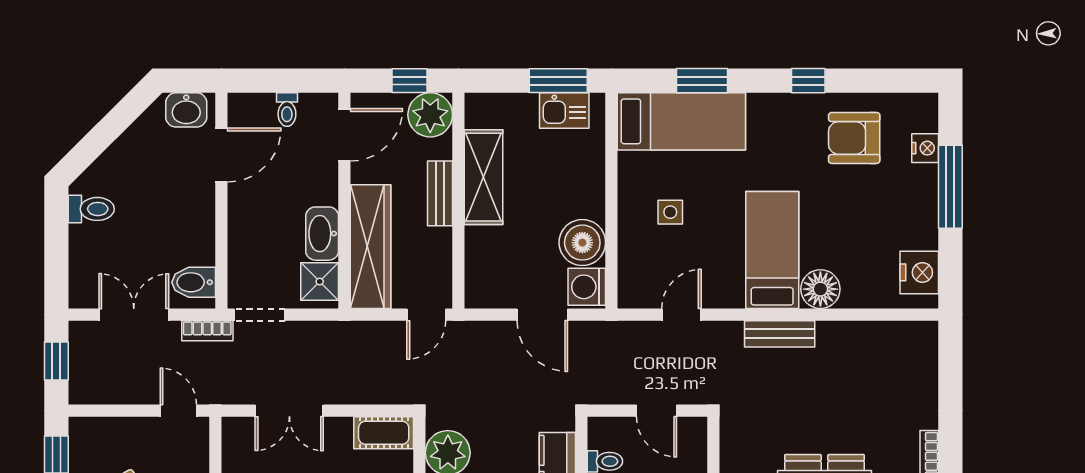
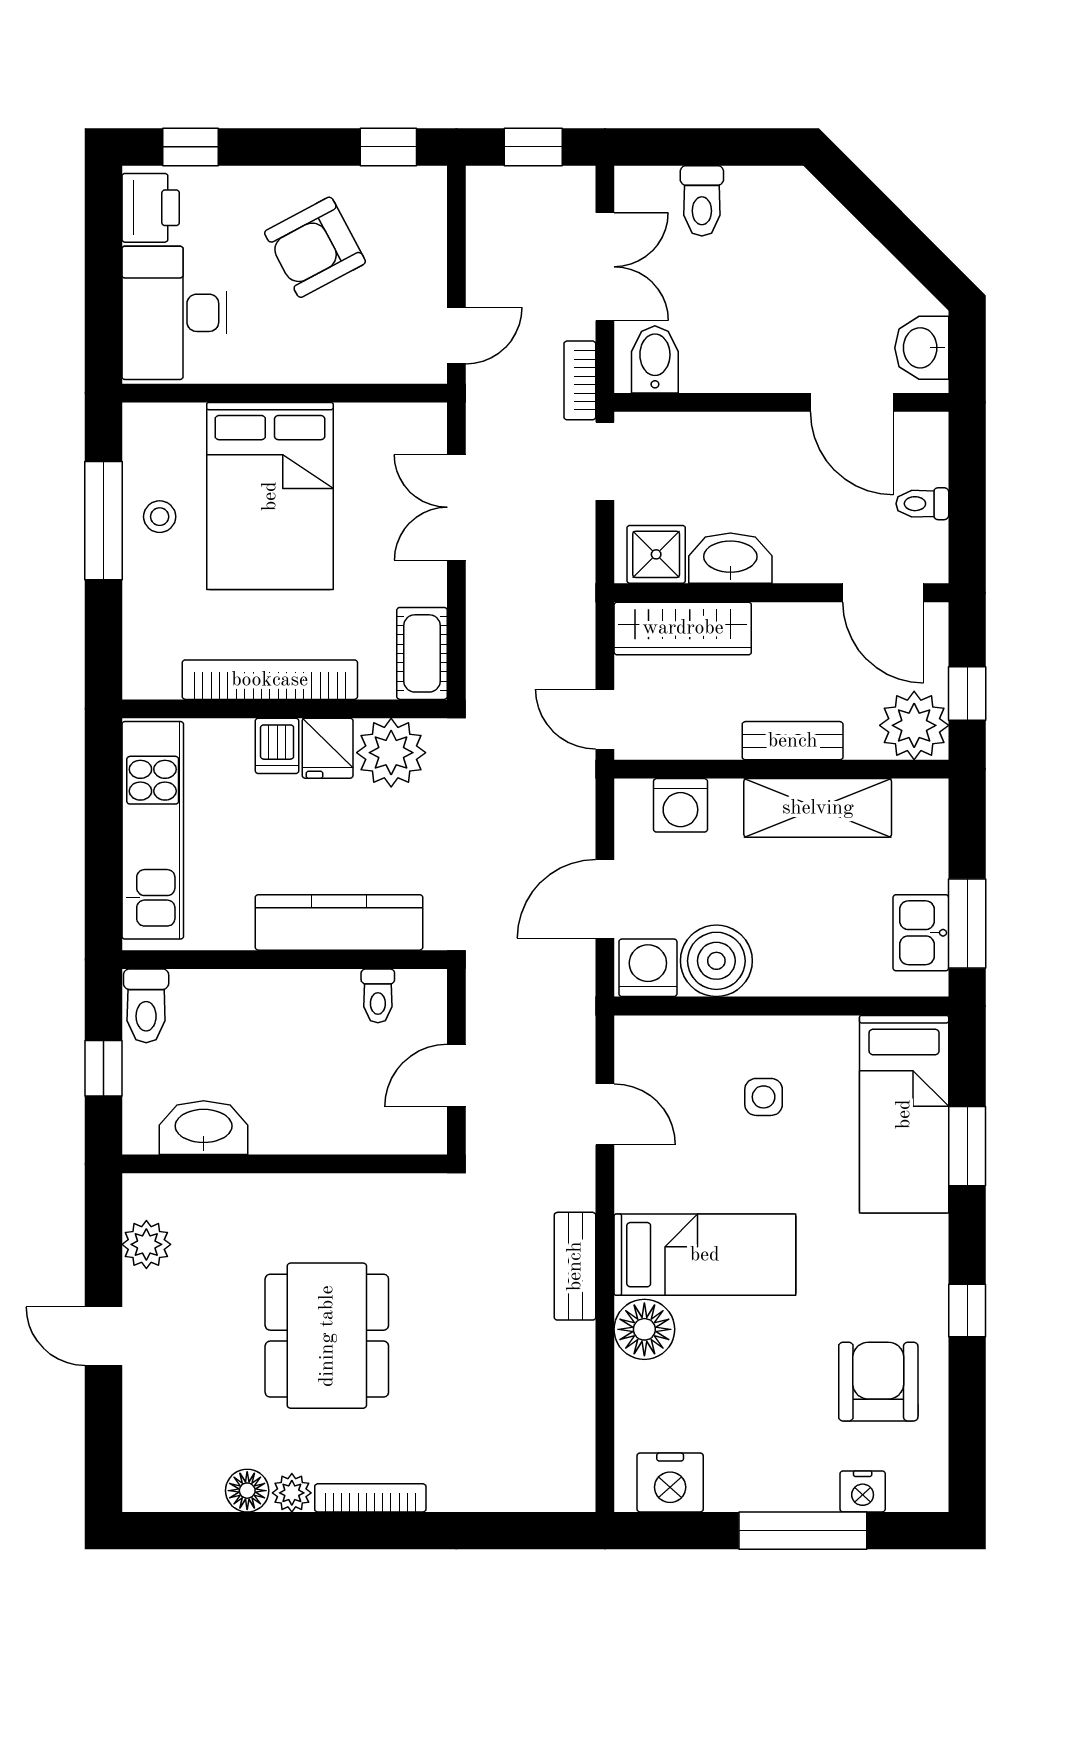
toilet: (91, 209) -> (702, 201), moved
wardrobe: (371, 247) -> (683, 628), width x0.71, depth x0.85
washing machine: (482, 266) -> (680, 805), added

